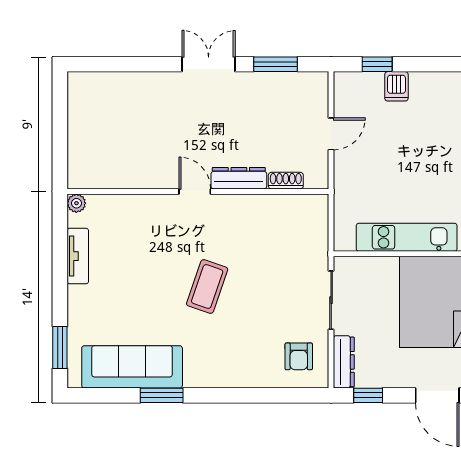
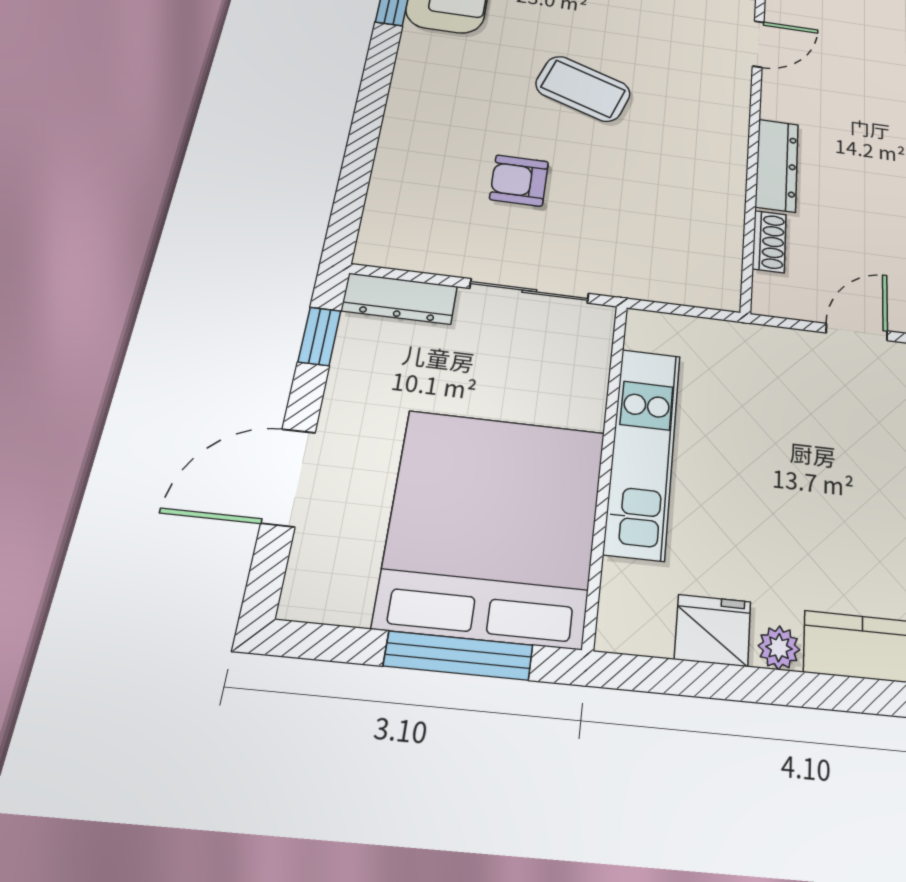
door: (331, 134) -> (857, 332), swing flipped
door: (195, 191) -> (758, 44), moved
armchair: (299, 356) -> (519, 180), moved

